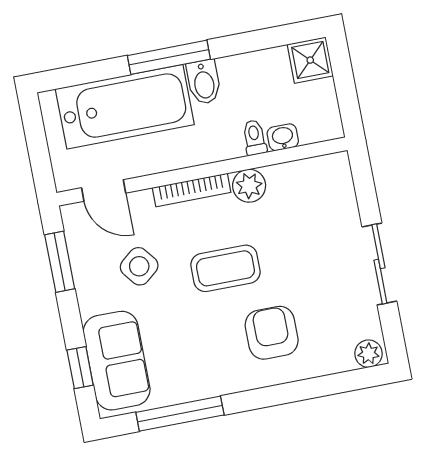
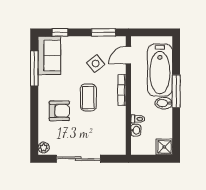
plant: (249, 186) -> (119, 113), removed
sliding door: (379, 264) -> (78, 159), width x1.37
sofa: (117, 361) -> (49, 56), moved, turned -90

